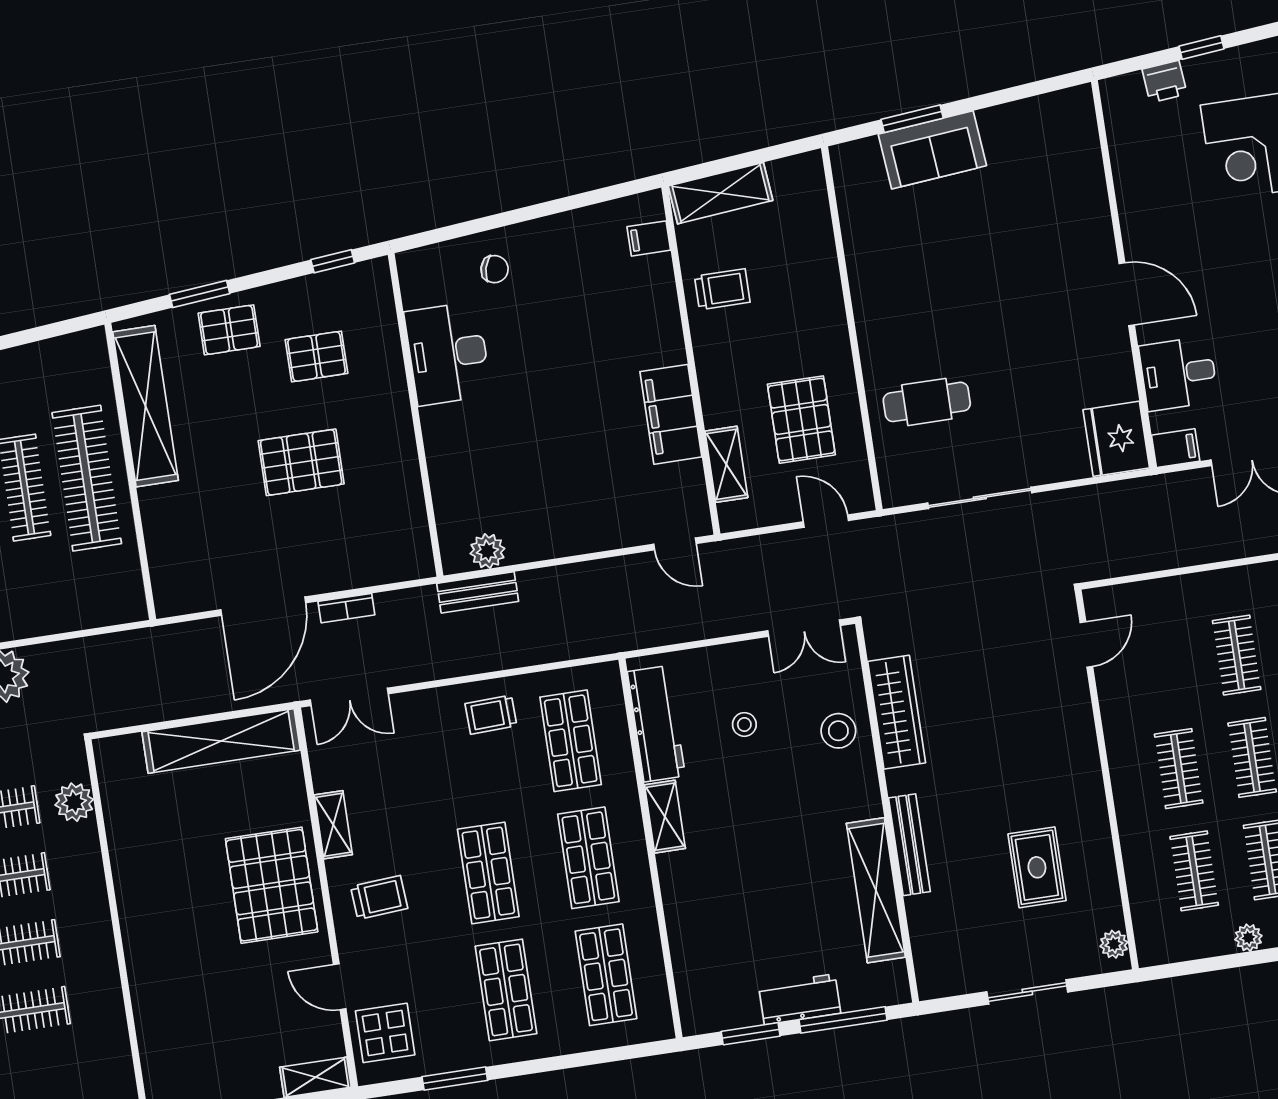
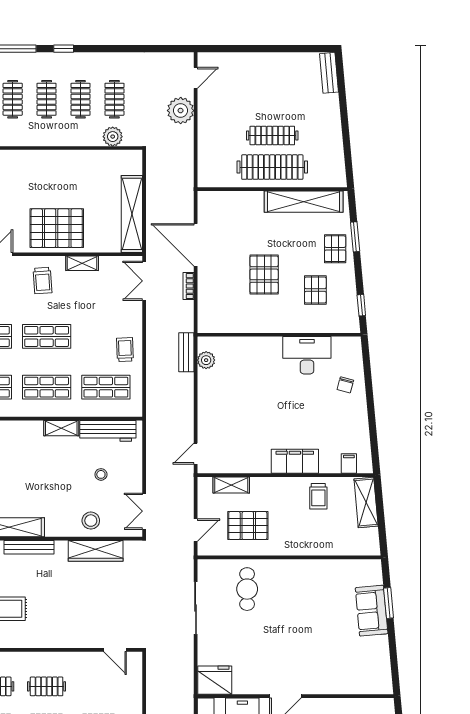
filing cabinet: (671, 414) -> (295, 461), moved

